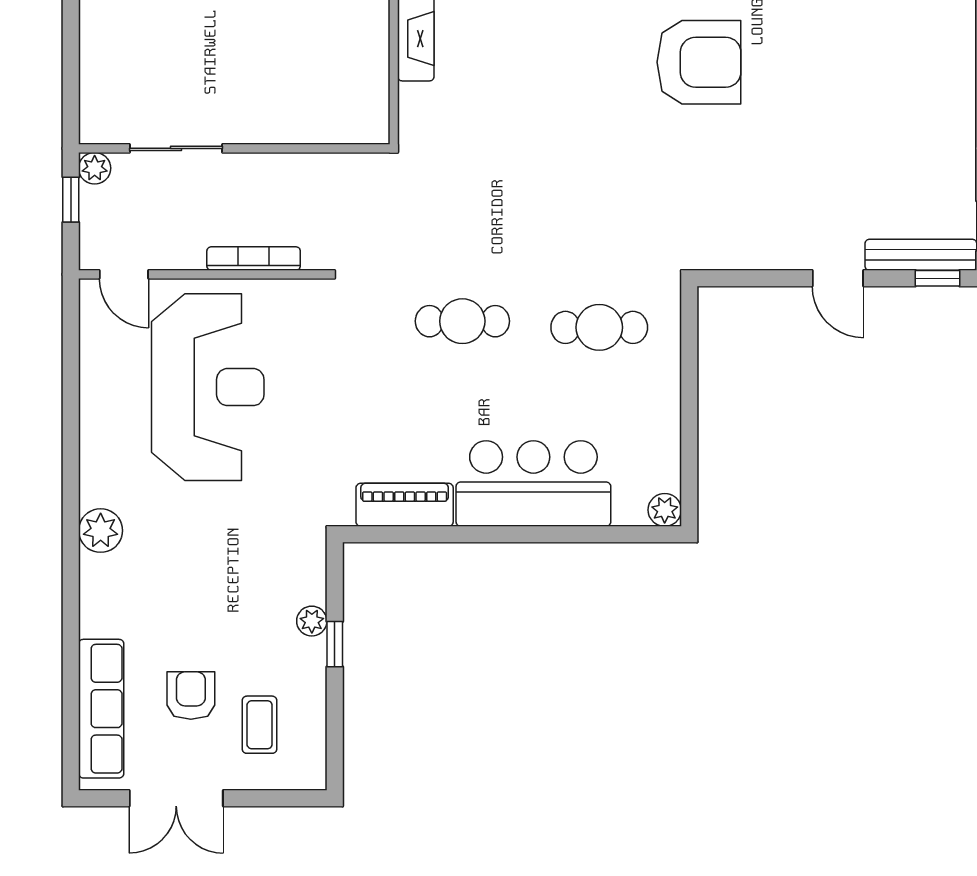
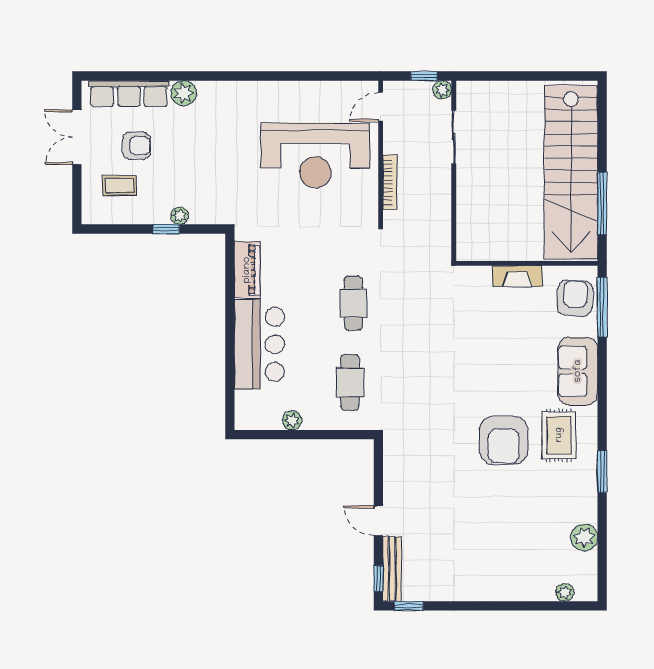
door: (838, 278) -> (378, 521), hinge flipped
plant: (665, 510) -> (292, 420), moved
plant: (101, 531) -> (184, 93), moved

